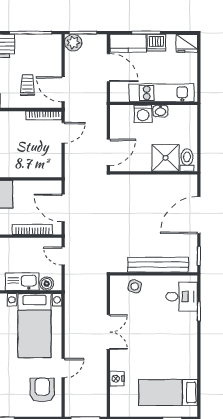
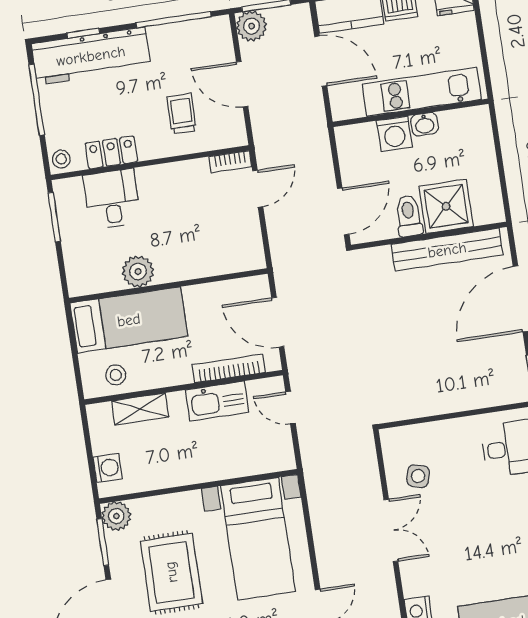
door: (63, 89) -> (242, 84), moved
bookcase: (44, 116) -> (230, 162), width x0.64
toilet: (187, 160) -> (409, 216), moved
bench: (158, 265) -> (447, 250), moved
kitchen sink: (22, 282) -> (217, 401), moved, turned 180
boiler: (47, 284) -> (268, 461), removed
side table: (135, 286) -> (418, 476), moved

